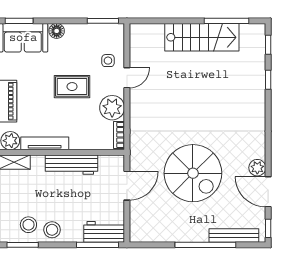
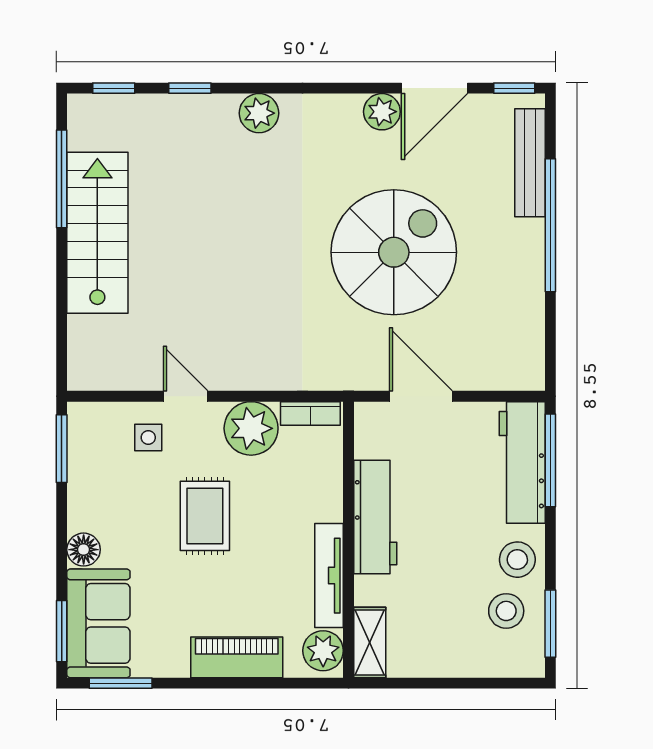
plant: (257, 111) -> (259, 113), added
workbench: (104, 232) -> (522, 463), width x1.38

